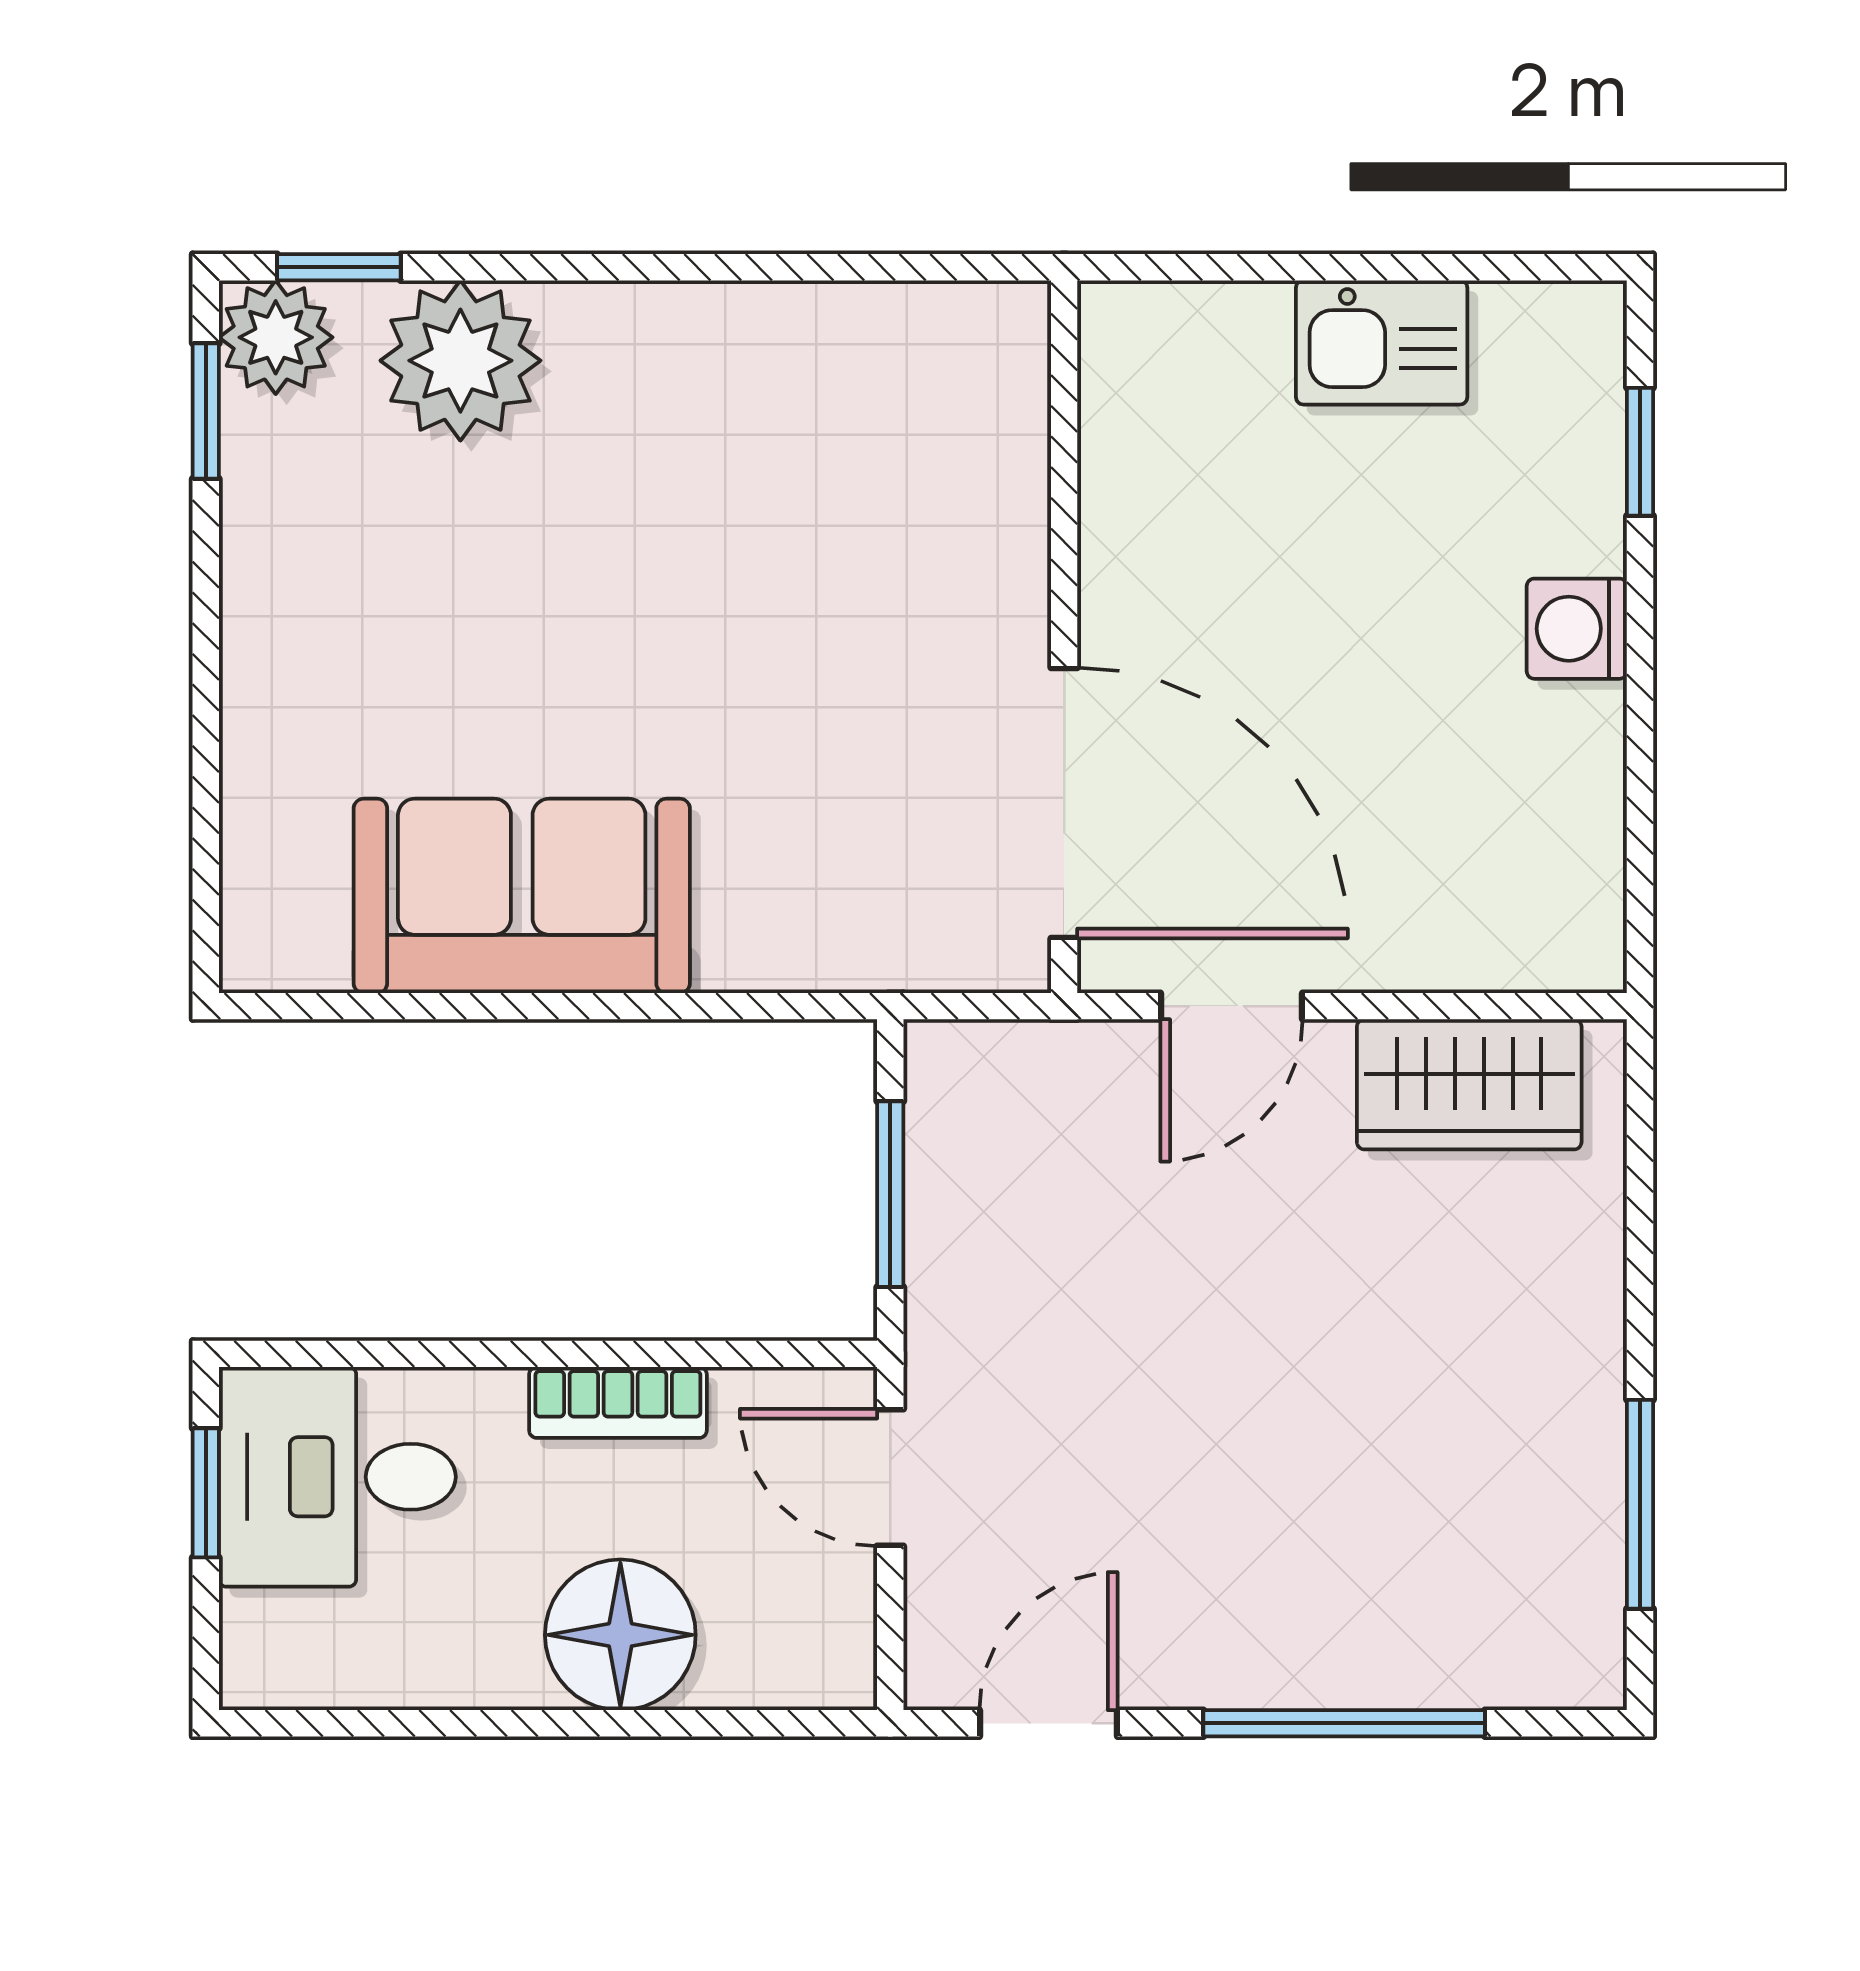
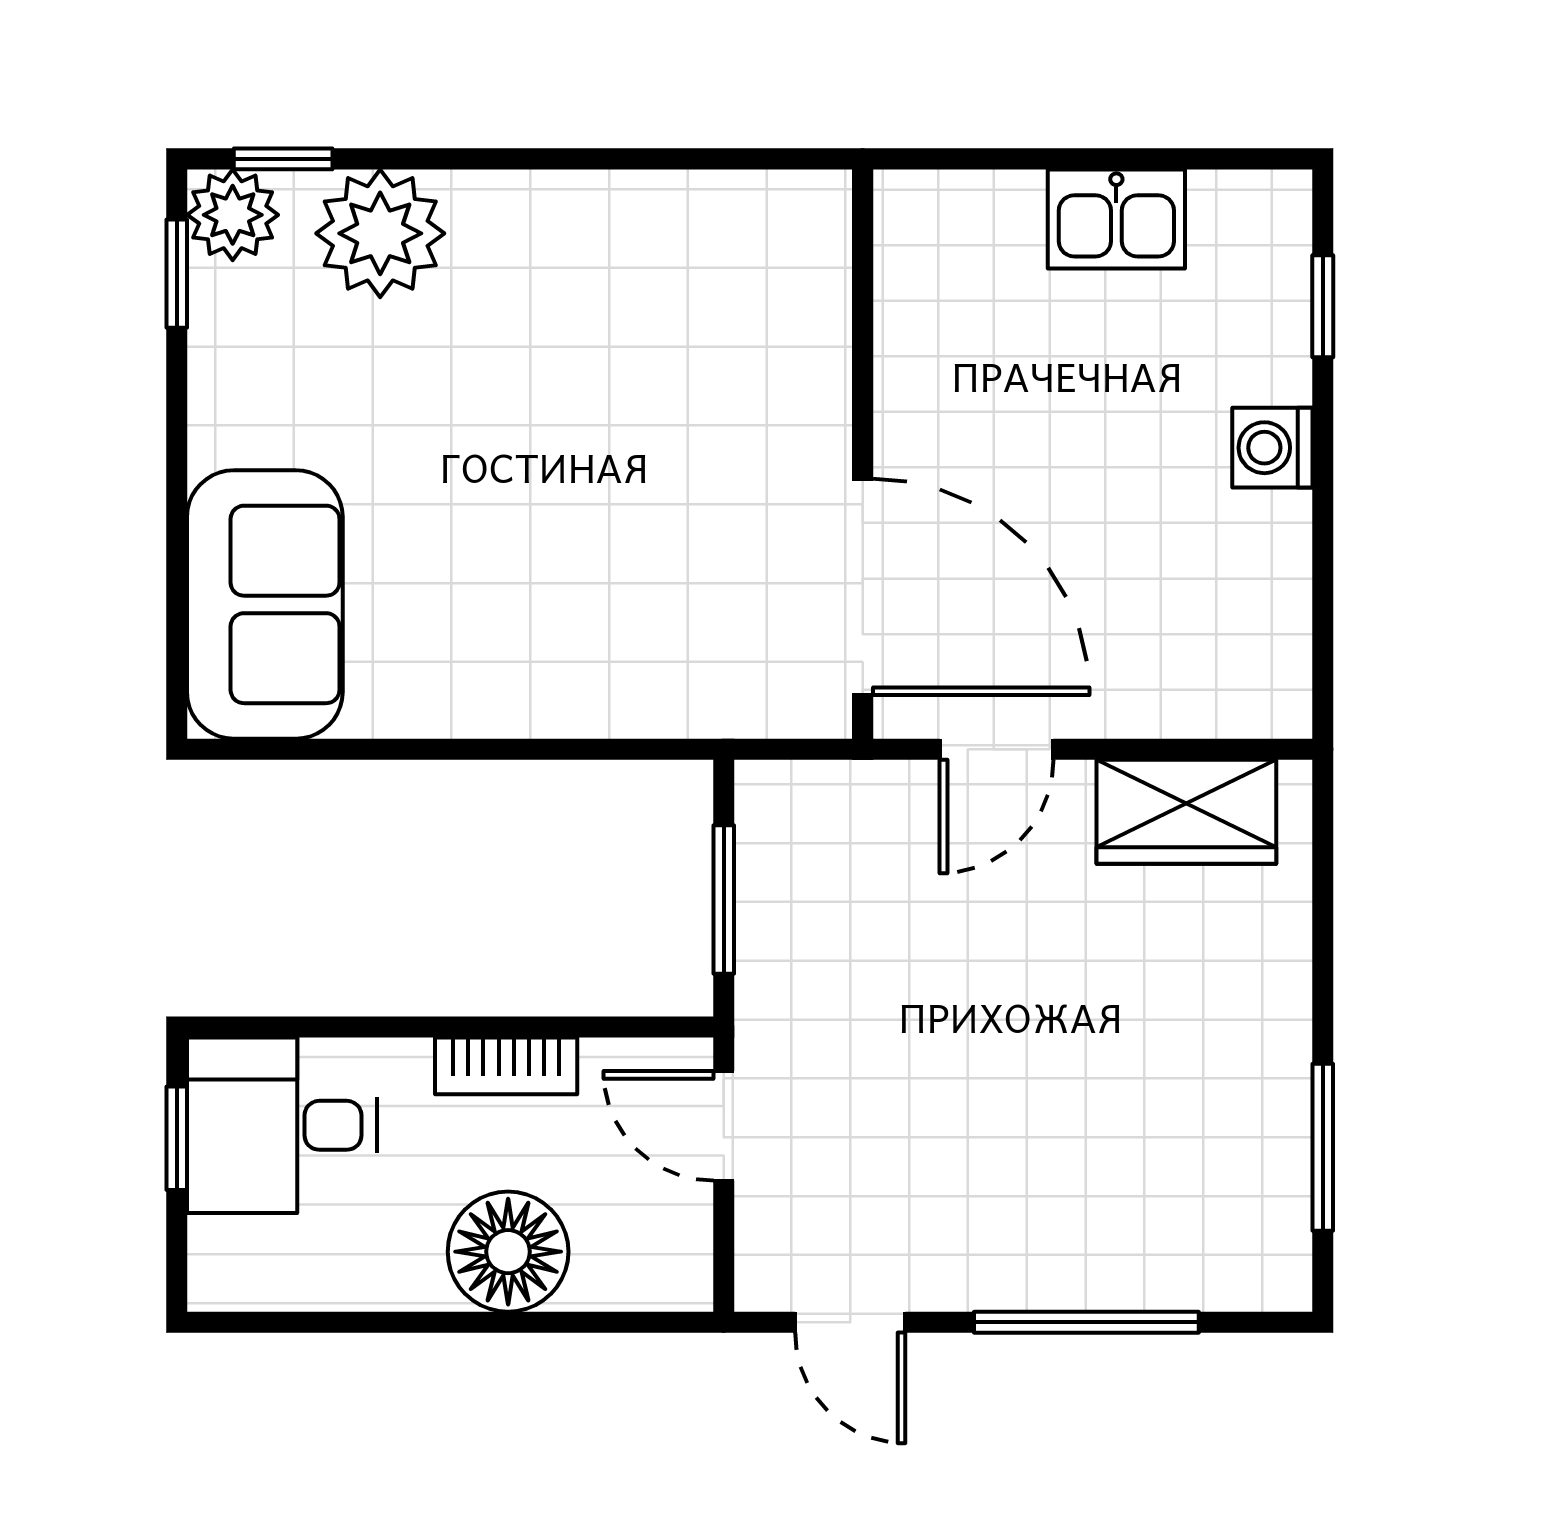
sofa: (522, 896) -> (265, 604), moved, turned 90
door: (1049, 1723) -> (850, 1322), swing flipped

